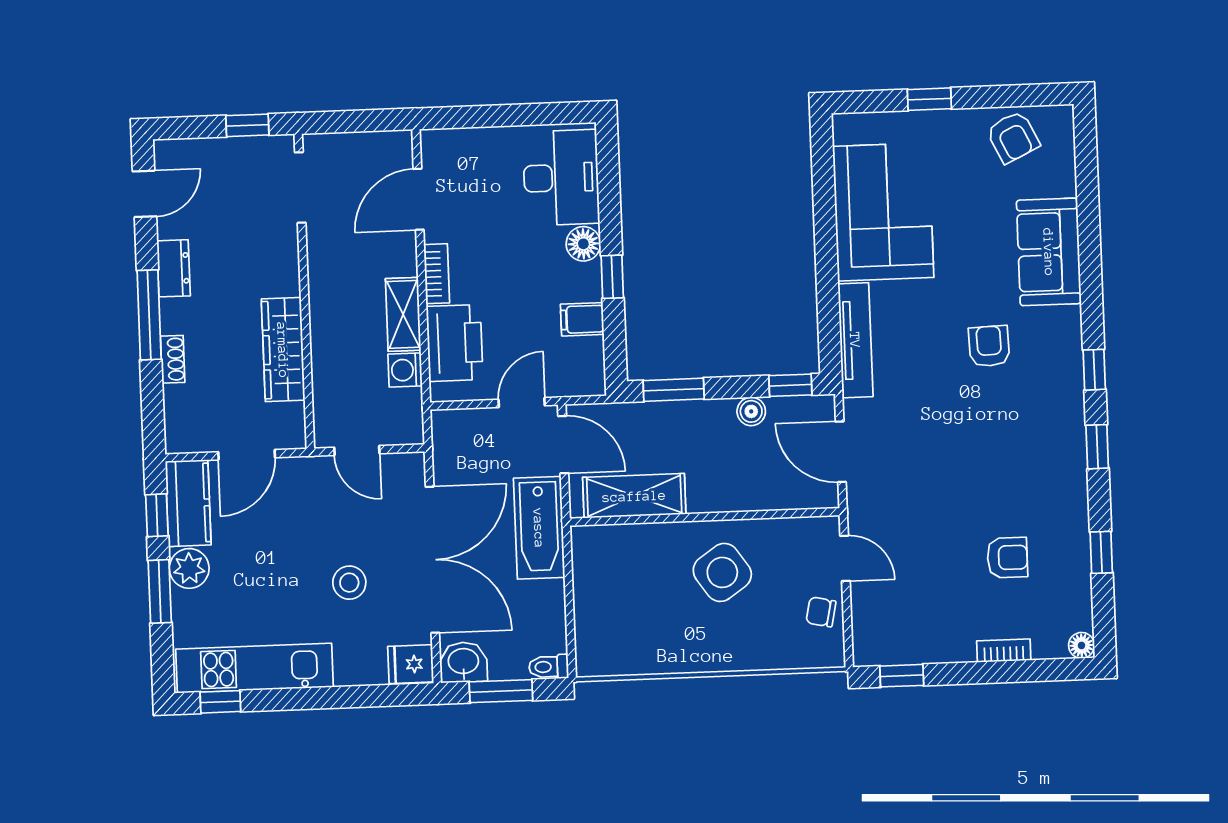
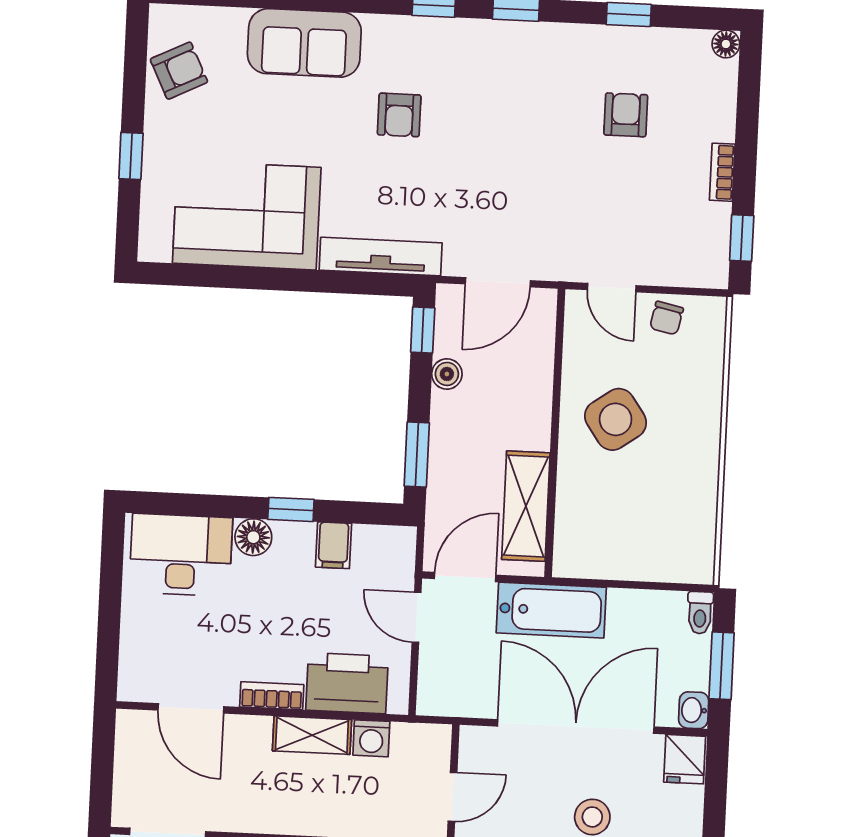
armchair: (989, 346) -> (399, 115), turned -88
door: (845, 558) -> (612, 288), swing flipped
bookcase: (1004, 651) -> (722, 172), moved
washbasin: (463, 662) -> (694, 710), width x0.72, depth x0.69

